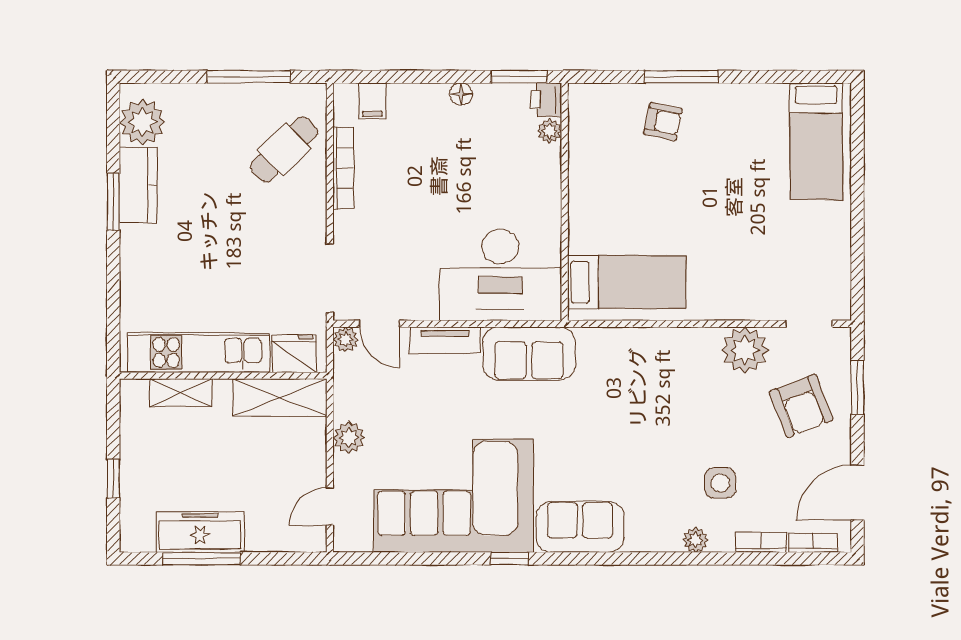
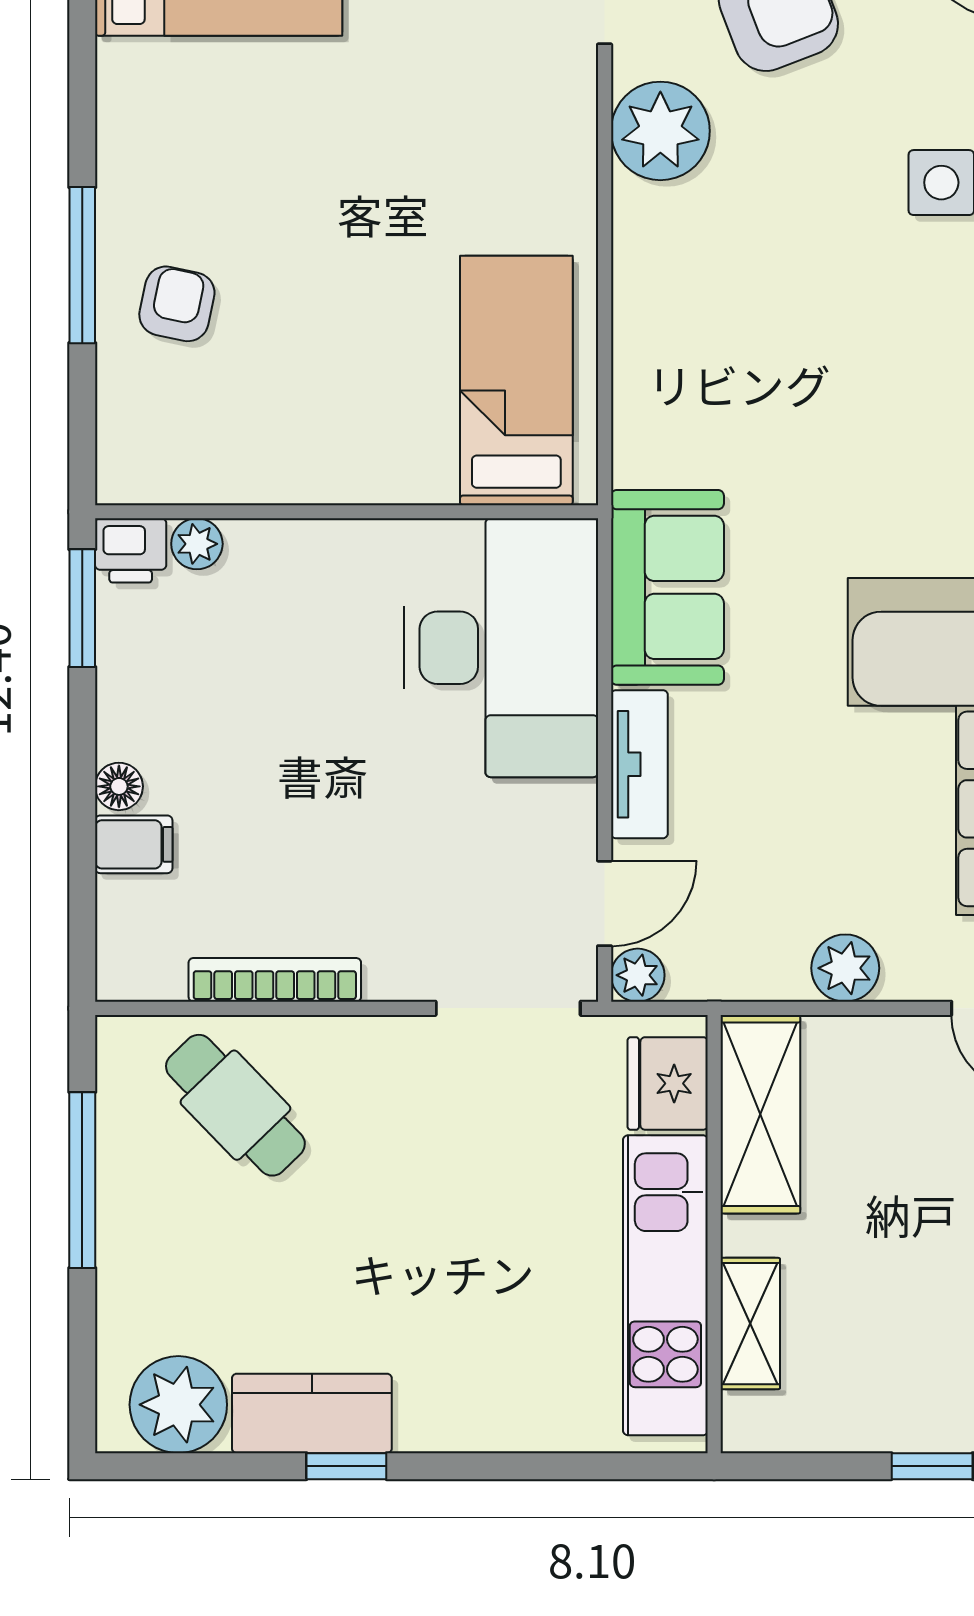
floor lamp: (461, 94) -> (119, 786), moved
filing cabinet: (372, 101) -> (134, 844), moved
window: (113, 202) -> (346, 1466), width x0.67

